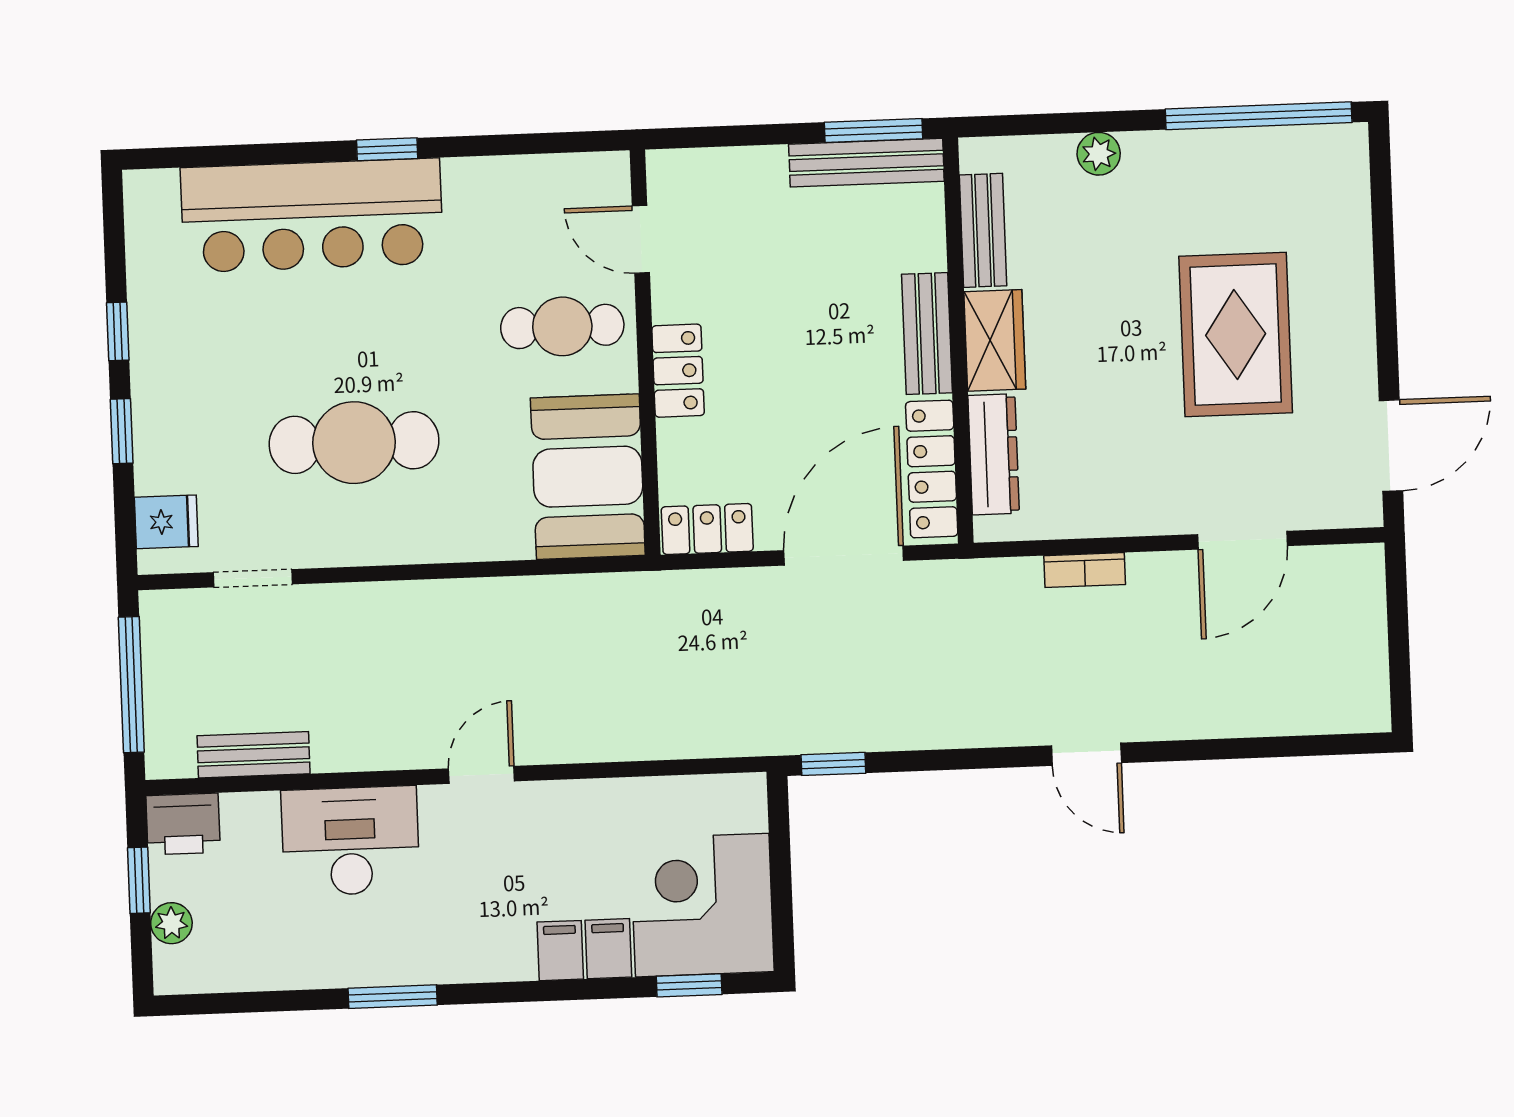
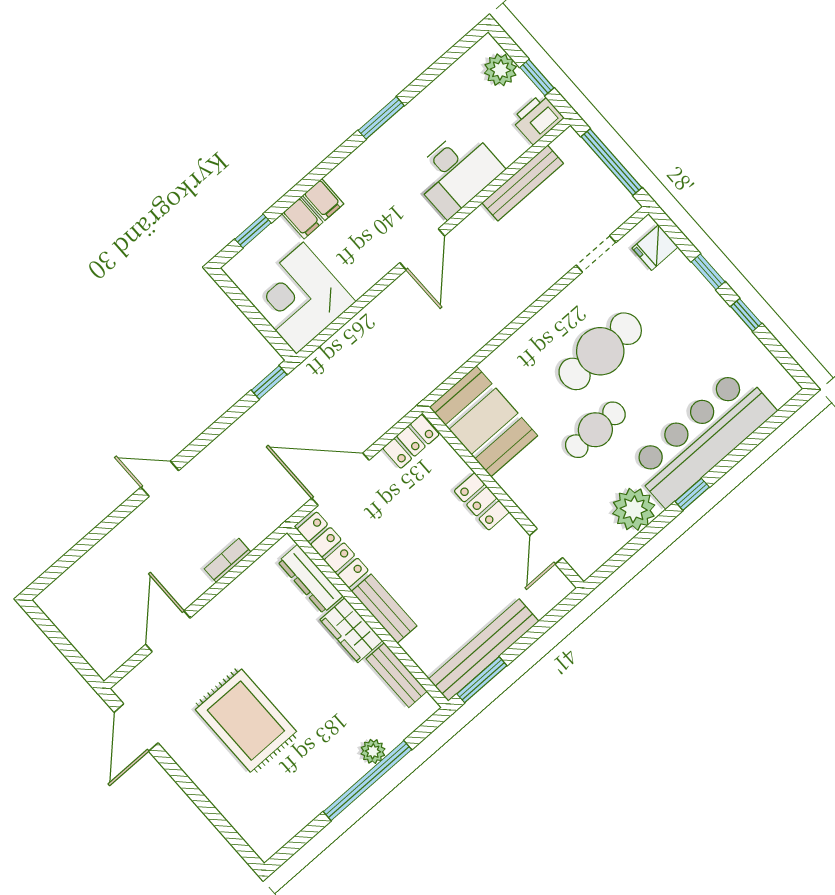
window: (1259, 116) -> (367, 781), moved
bench: (866, 163) -> (484, 650), width x1.37, depth x1.21
plant: (482, 193) -> (634, 509), added
door: (641, 239) -> (546, 546), swing flipped
cafe table: (562, 326) -> (595, 430), moved
door: (844, 556) -> (340, 479), swing flipped
bench: (254, 755) -> (523, 183), width x1.36
door: (481, 775) -> (422, 249), width x1.38
corner desk: (702, 905) -> (300, 298), moved, turned 180
plant: (171, 923) -> (500, 70), width x1.38, depth x1.38

